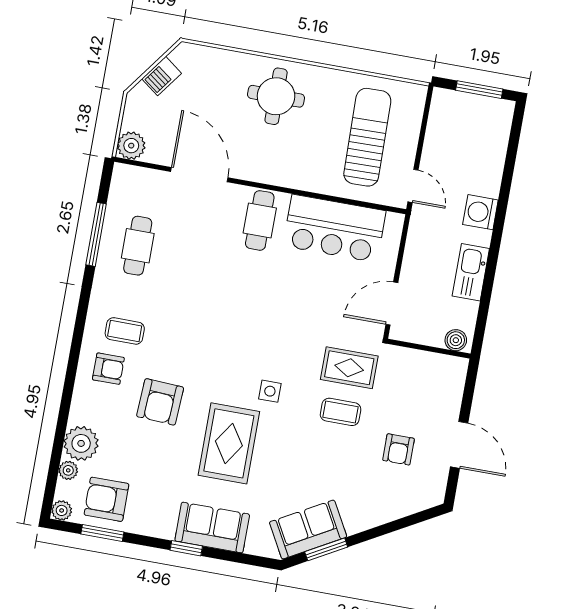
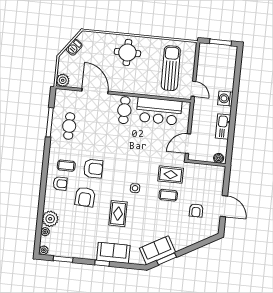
rug: (229, 443) -> (118, 214), width x0.73, depth x0.70
armchair: (106, 499) -> (93, 169), moved, turned 180

